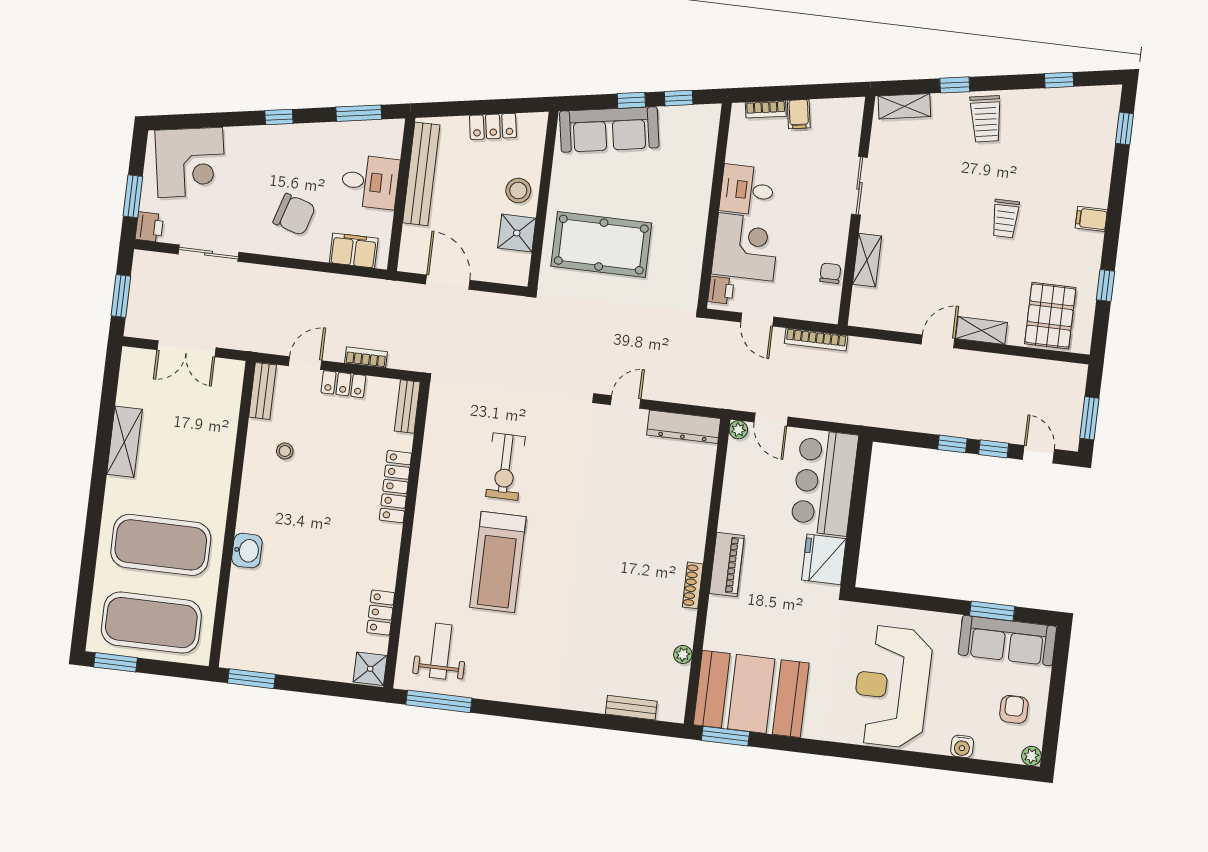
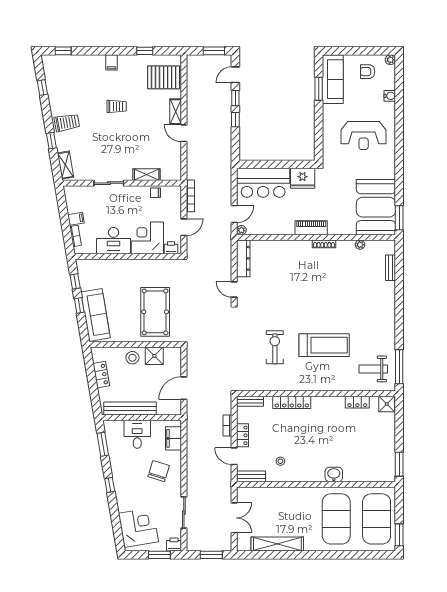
desk: (747, 190) -> (114, 241), width x1.37
shelving: (124, 442) -> (277, 544), width x1.47
exercise bike: (505, 467) -> (275, 347), turned -90
reception desk: (892, 687) -> (364, 136), width x0.74, depth x0.77

